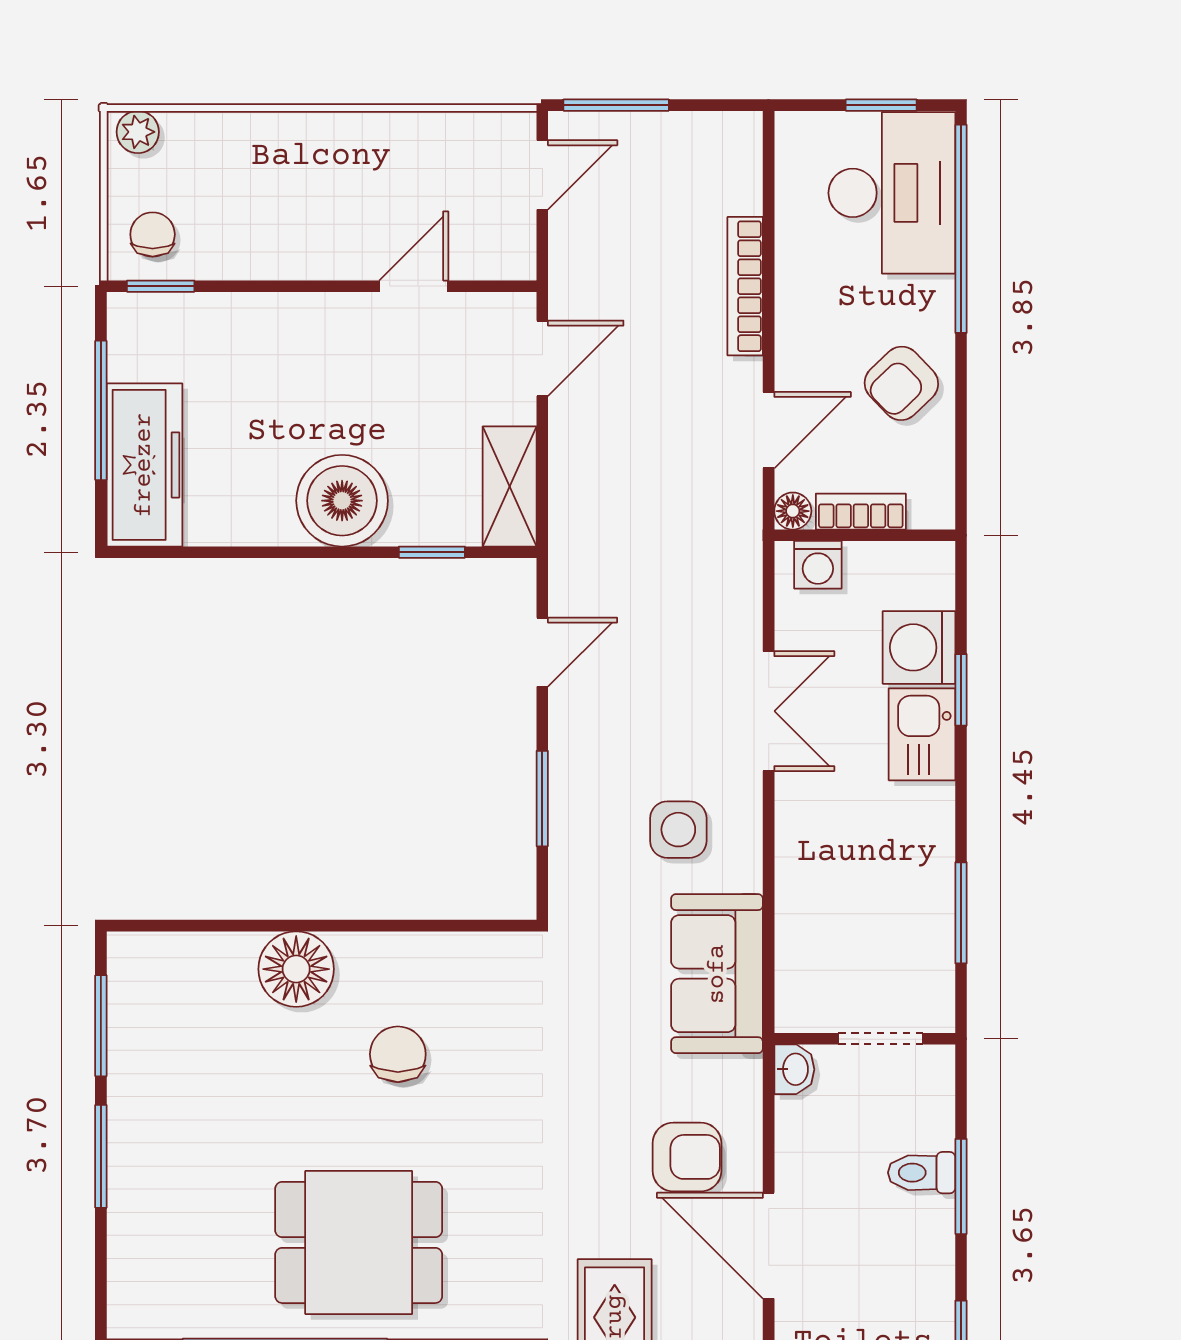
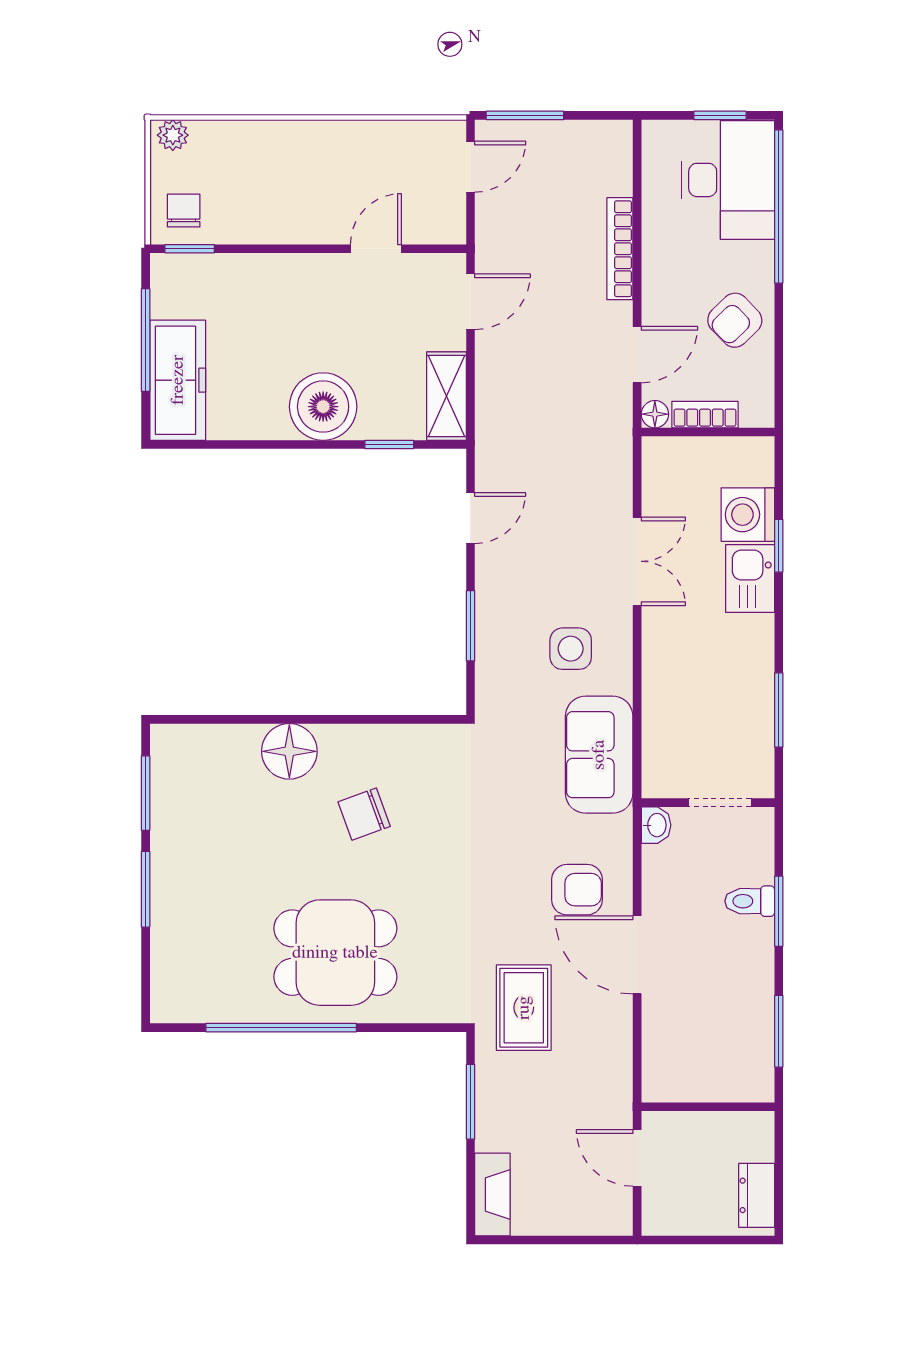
washing machine: (818, 565) -> (673, 454), removed
chair: (398, 1054) -> (364, 814), turned -110

